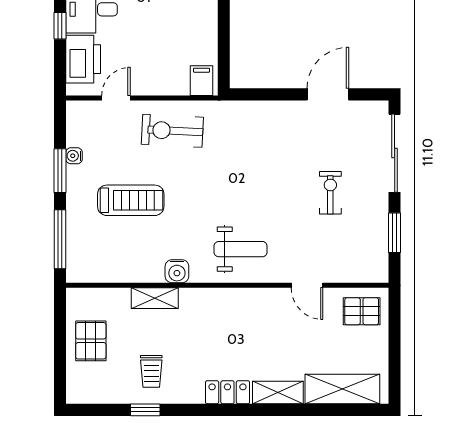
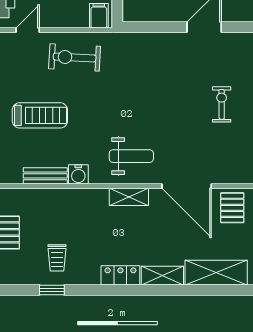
exercise bike: (330, 193) -> (222, 104), moved
bench: (137, 273) -> (45, 176), added
door: (307, 285) -> (187, 186), width x1.88
shelving: (155, 298) -> (129, 197), moved
pallet: (362, 311) -> (232, 208), turned 90

